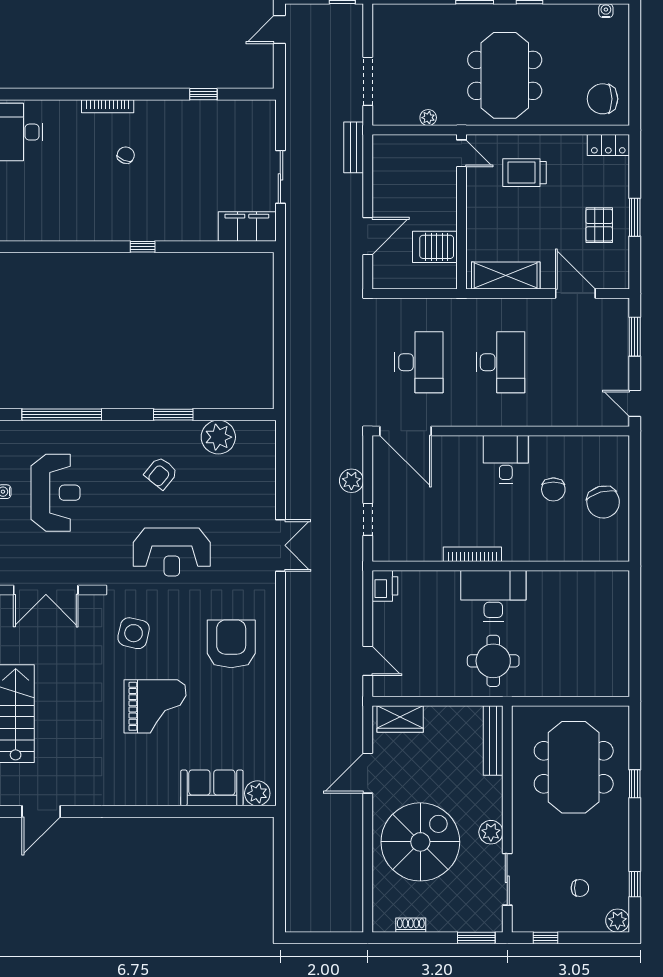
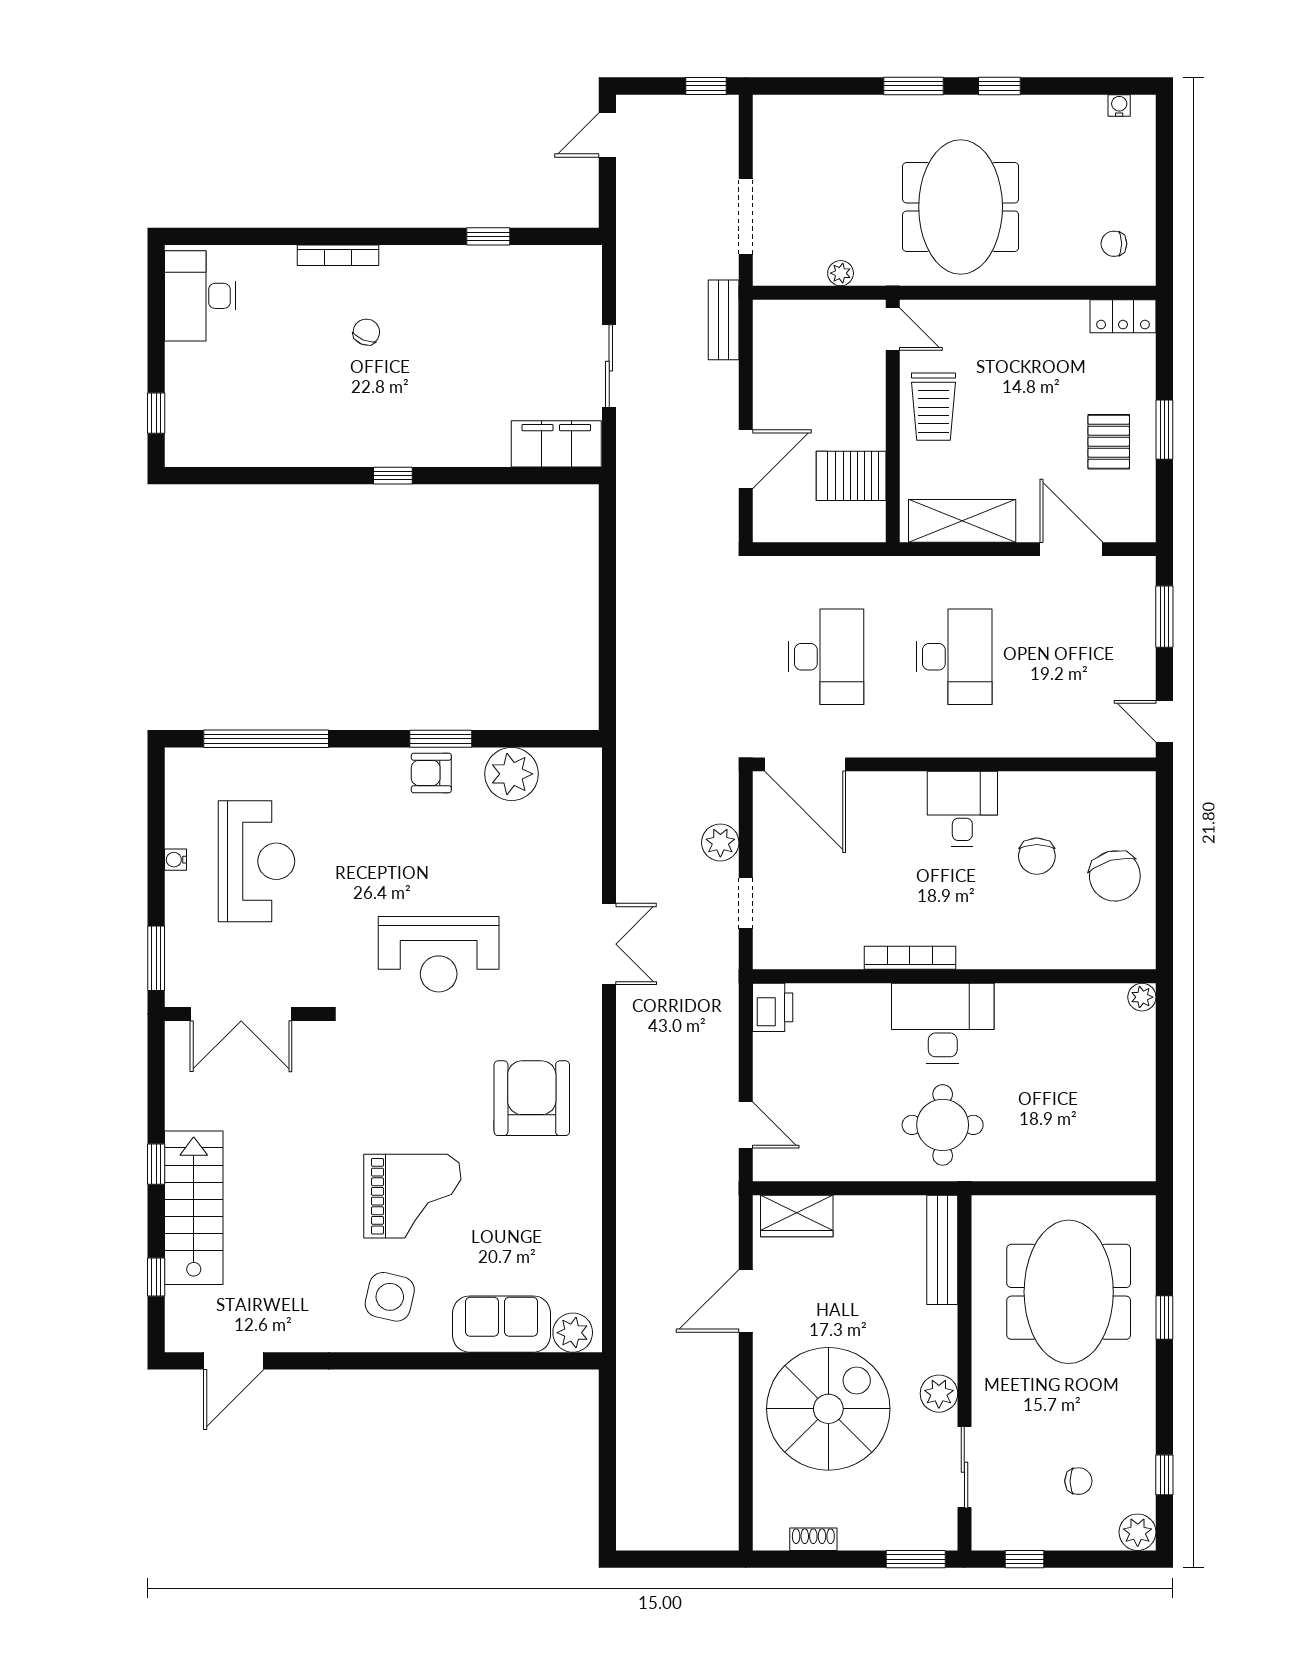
chair: (602, 99) -> (1114, 244), width x0.54, depth x0.54
trolley: (524, 173) -> (933, 407), moved, turned -90
armchair: (161, 473) -> (431, 773), moved, turned 51
plant: (620, 579) -> (1142, 997), added
side table: (134, 633) -> (390, 1297), moved

